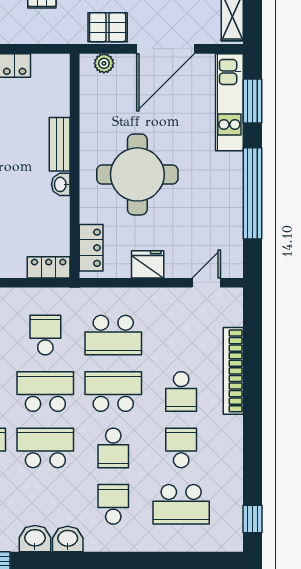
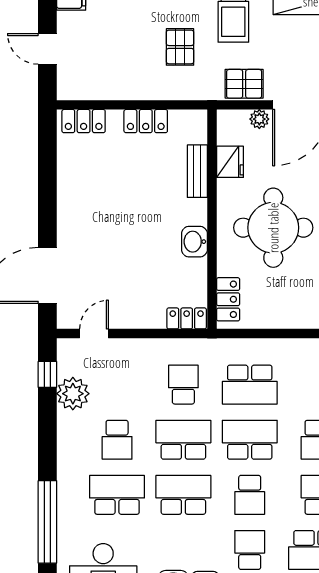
plant: (104, 63) -> (259, 119), moved
bench: (60, 144) -> (197, 171), moved
washbasin: (61, 184) -> (194, 242), width x1.38, depth x1.45
fridge: (148, 264) -> (230, 162), moved, turned 90

